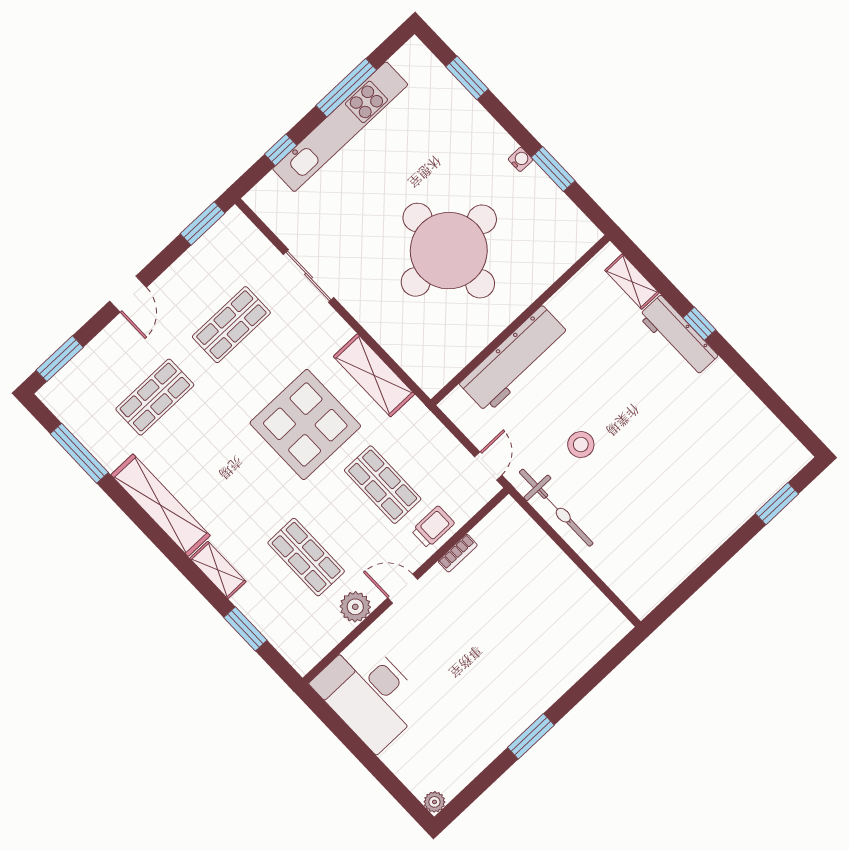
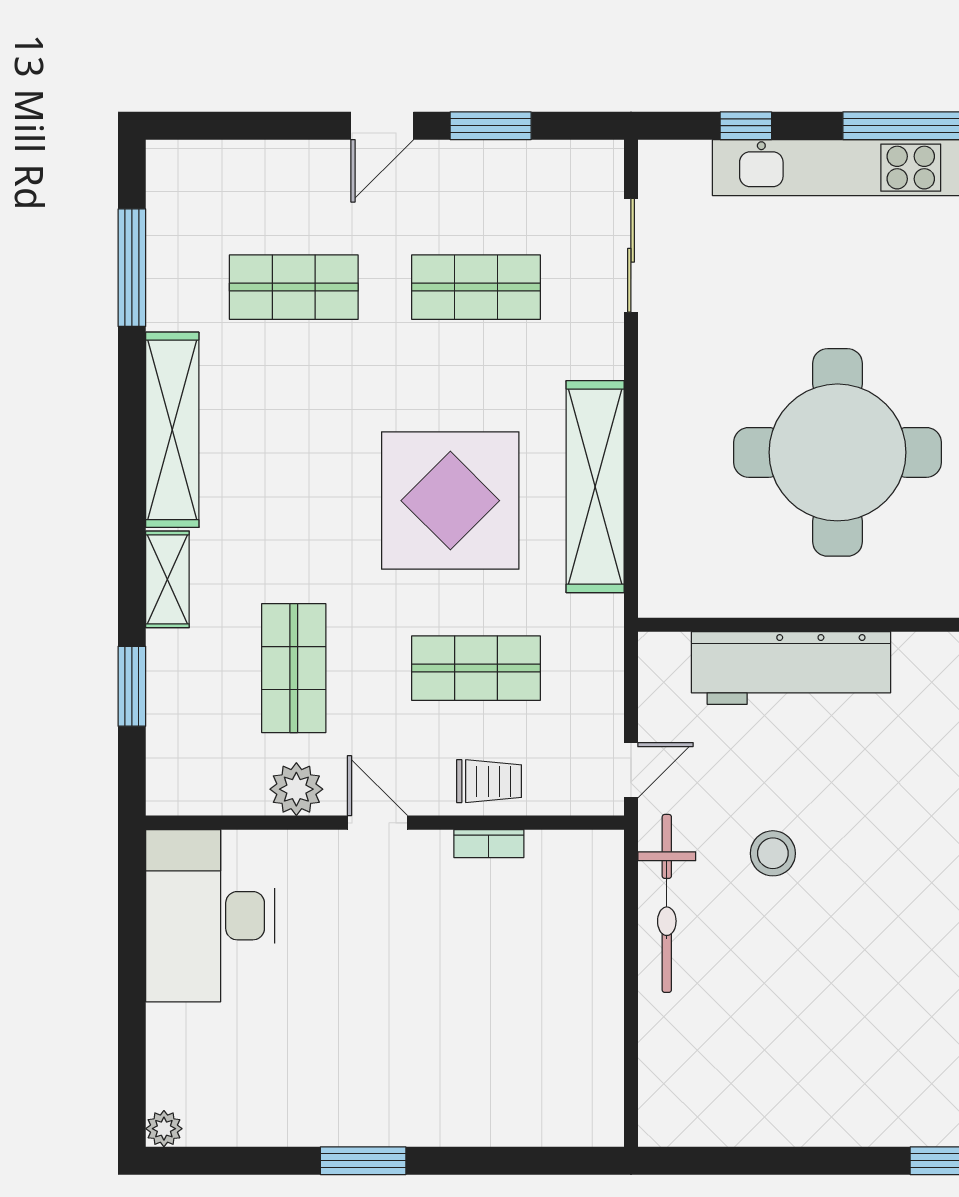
window: (203, 223) -> (491, 126), moved
sliding door: (309, 276) -> (631, 255), moved
window: (60, 359) -> (220, 126), removed
shelving: (374, 375) -> (595, 487), width x1.47
shop shelf: (383, 485) -> (476, 668), turned 90

